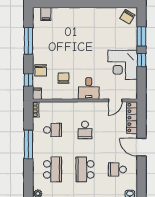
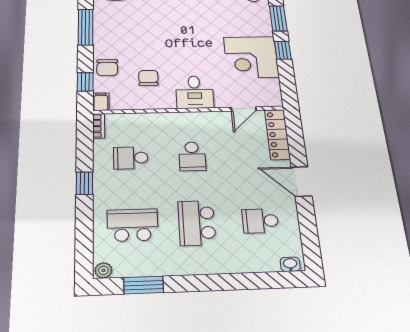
school desk: (53, 130) -> (131, 158), turned 180
window: (28, 145) -> (85, 183), width x0.46
school desk: (53, 169) -> (132, 225), turned -90

